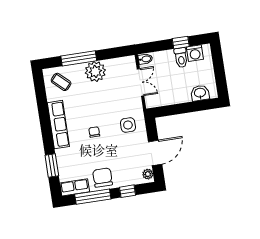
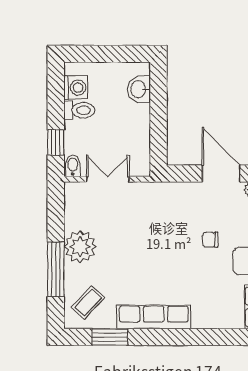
window: (181, 43) -> (56, 142), moved
side table: (128, 125) -> (171, 209), removed
chair: (94, 132) -> (210, 240), moved
window: (52, 166) -> (110, 337), moved

